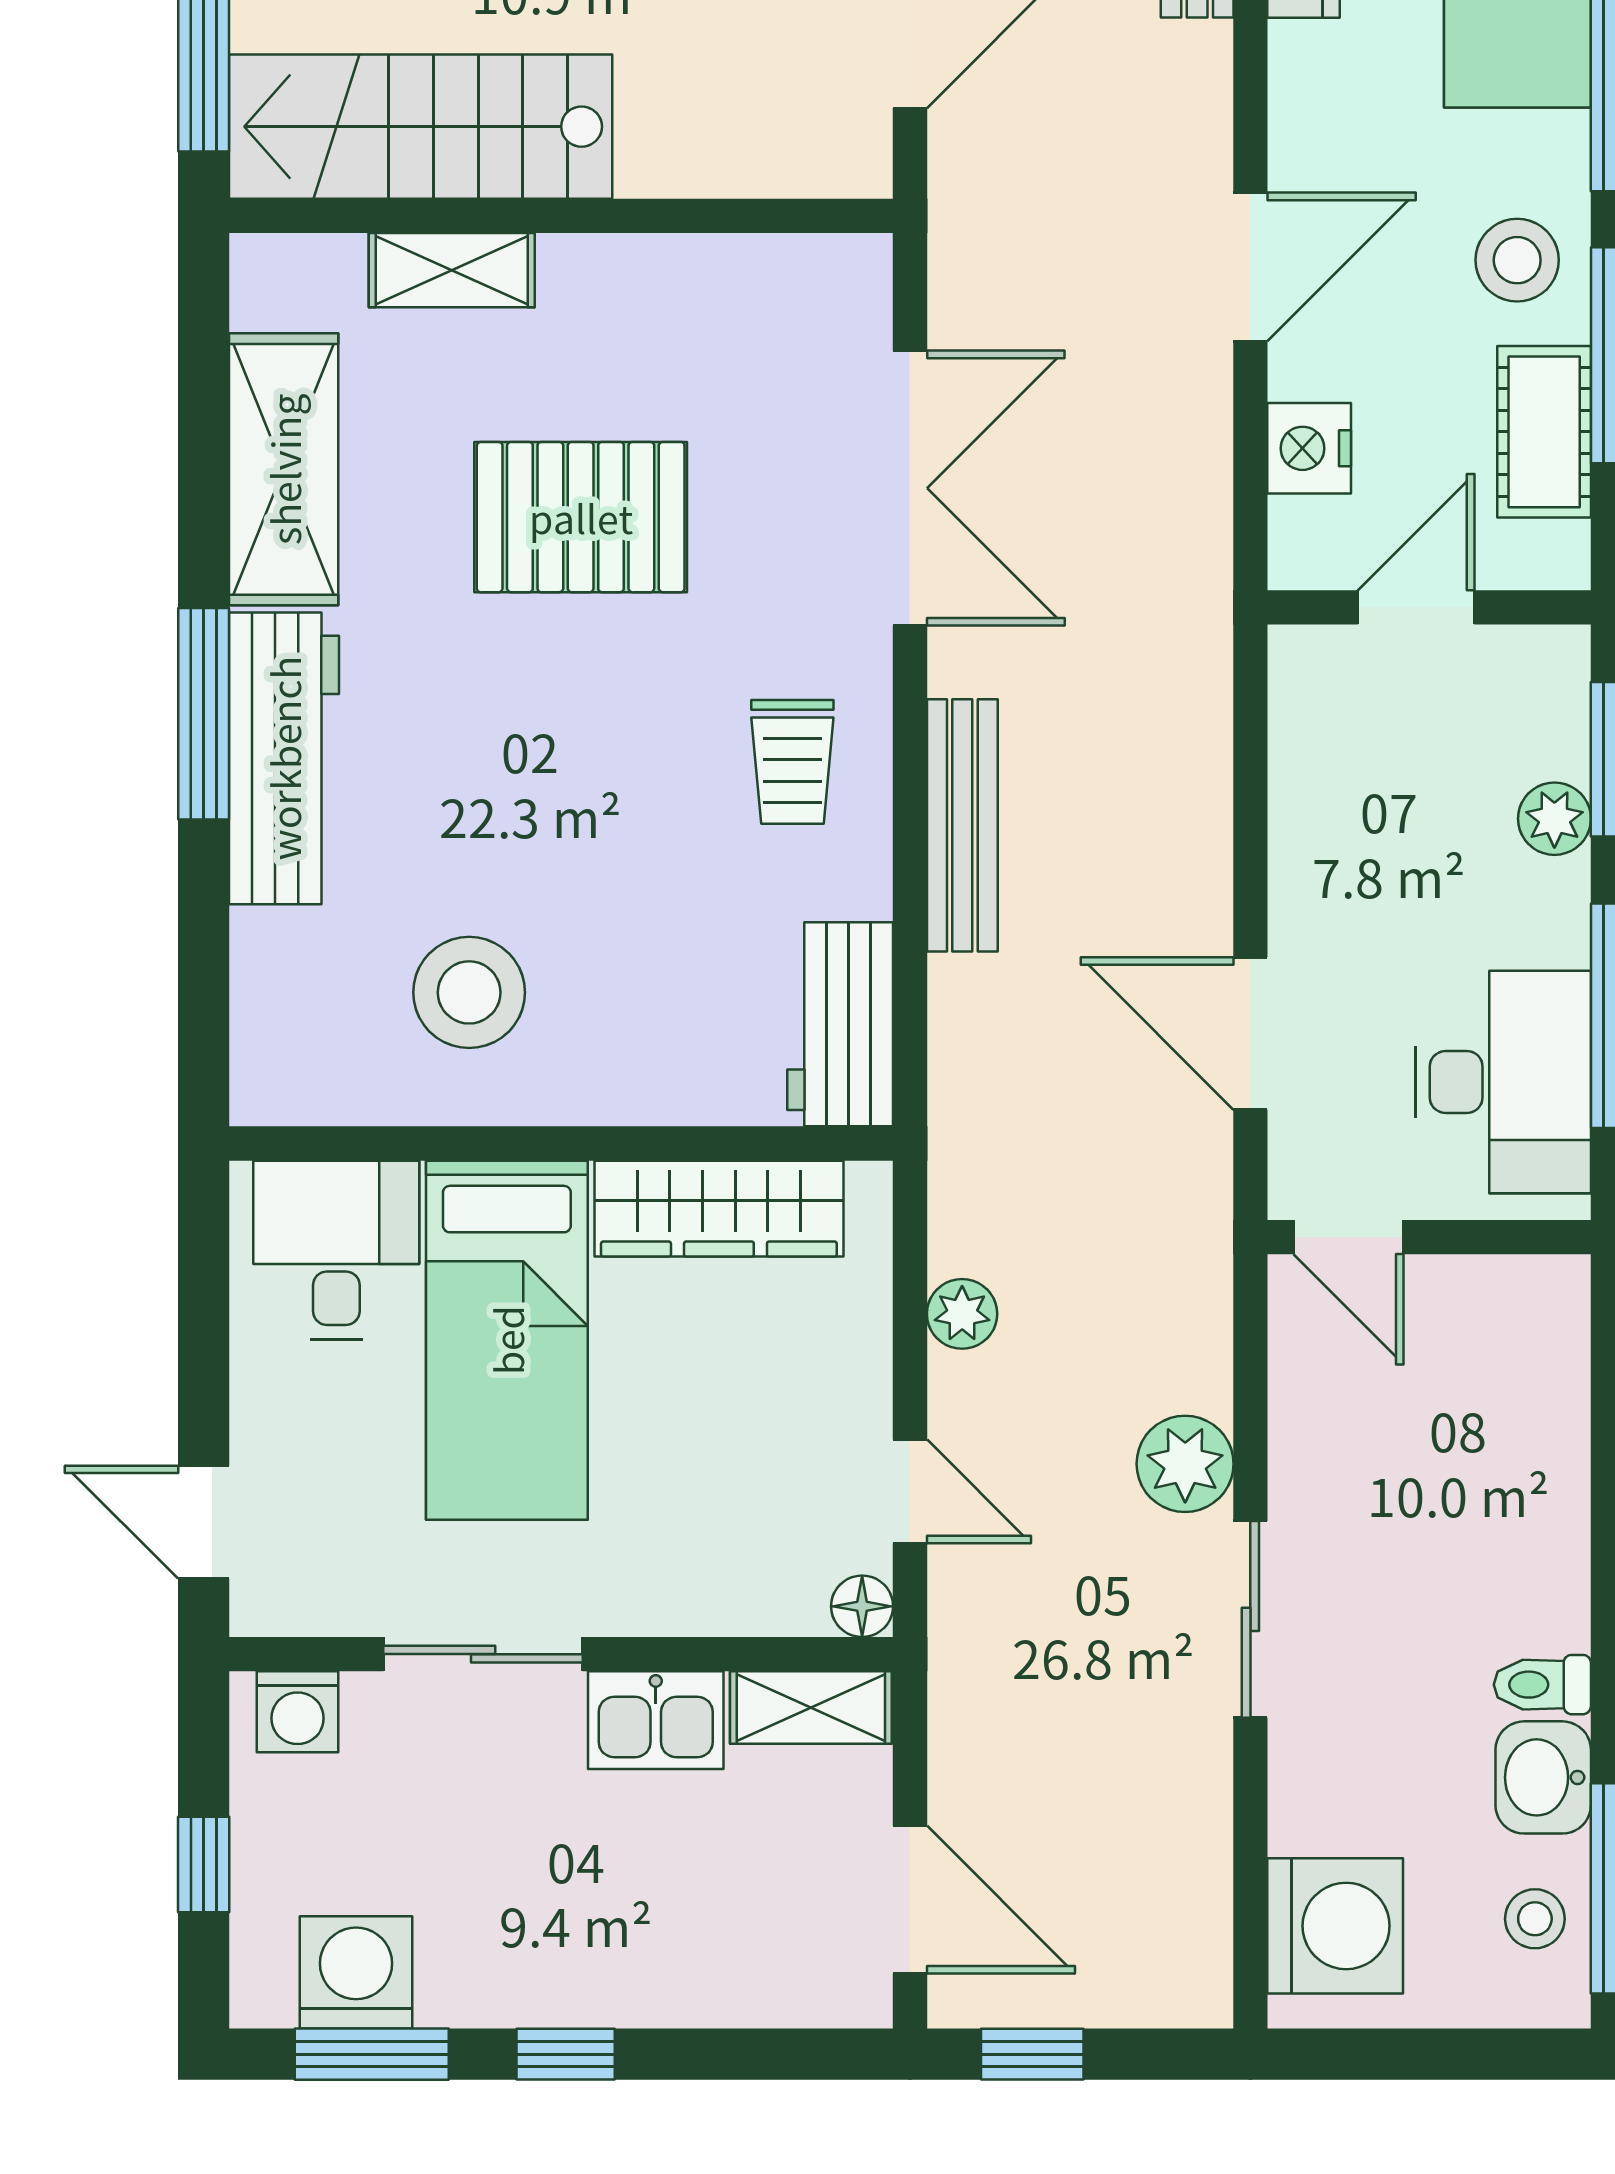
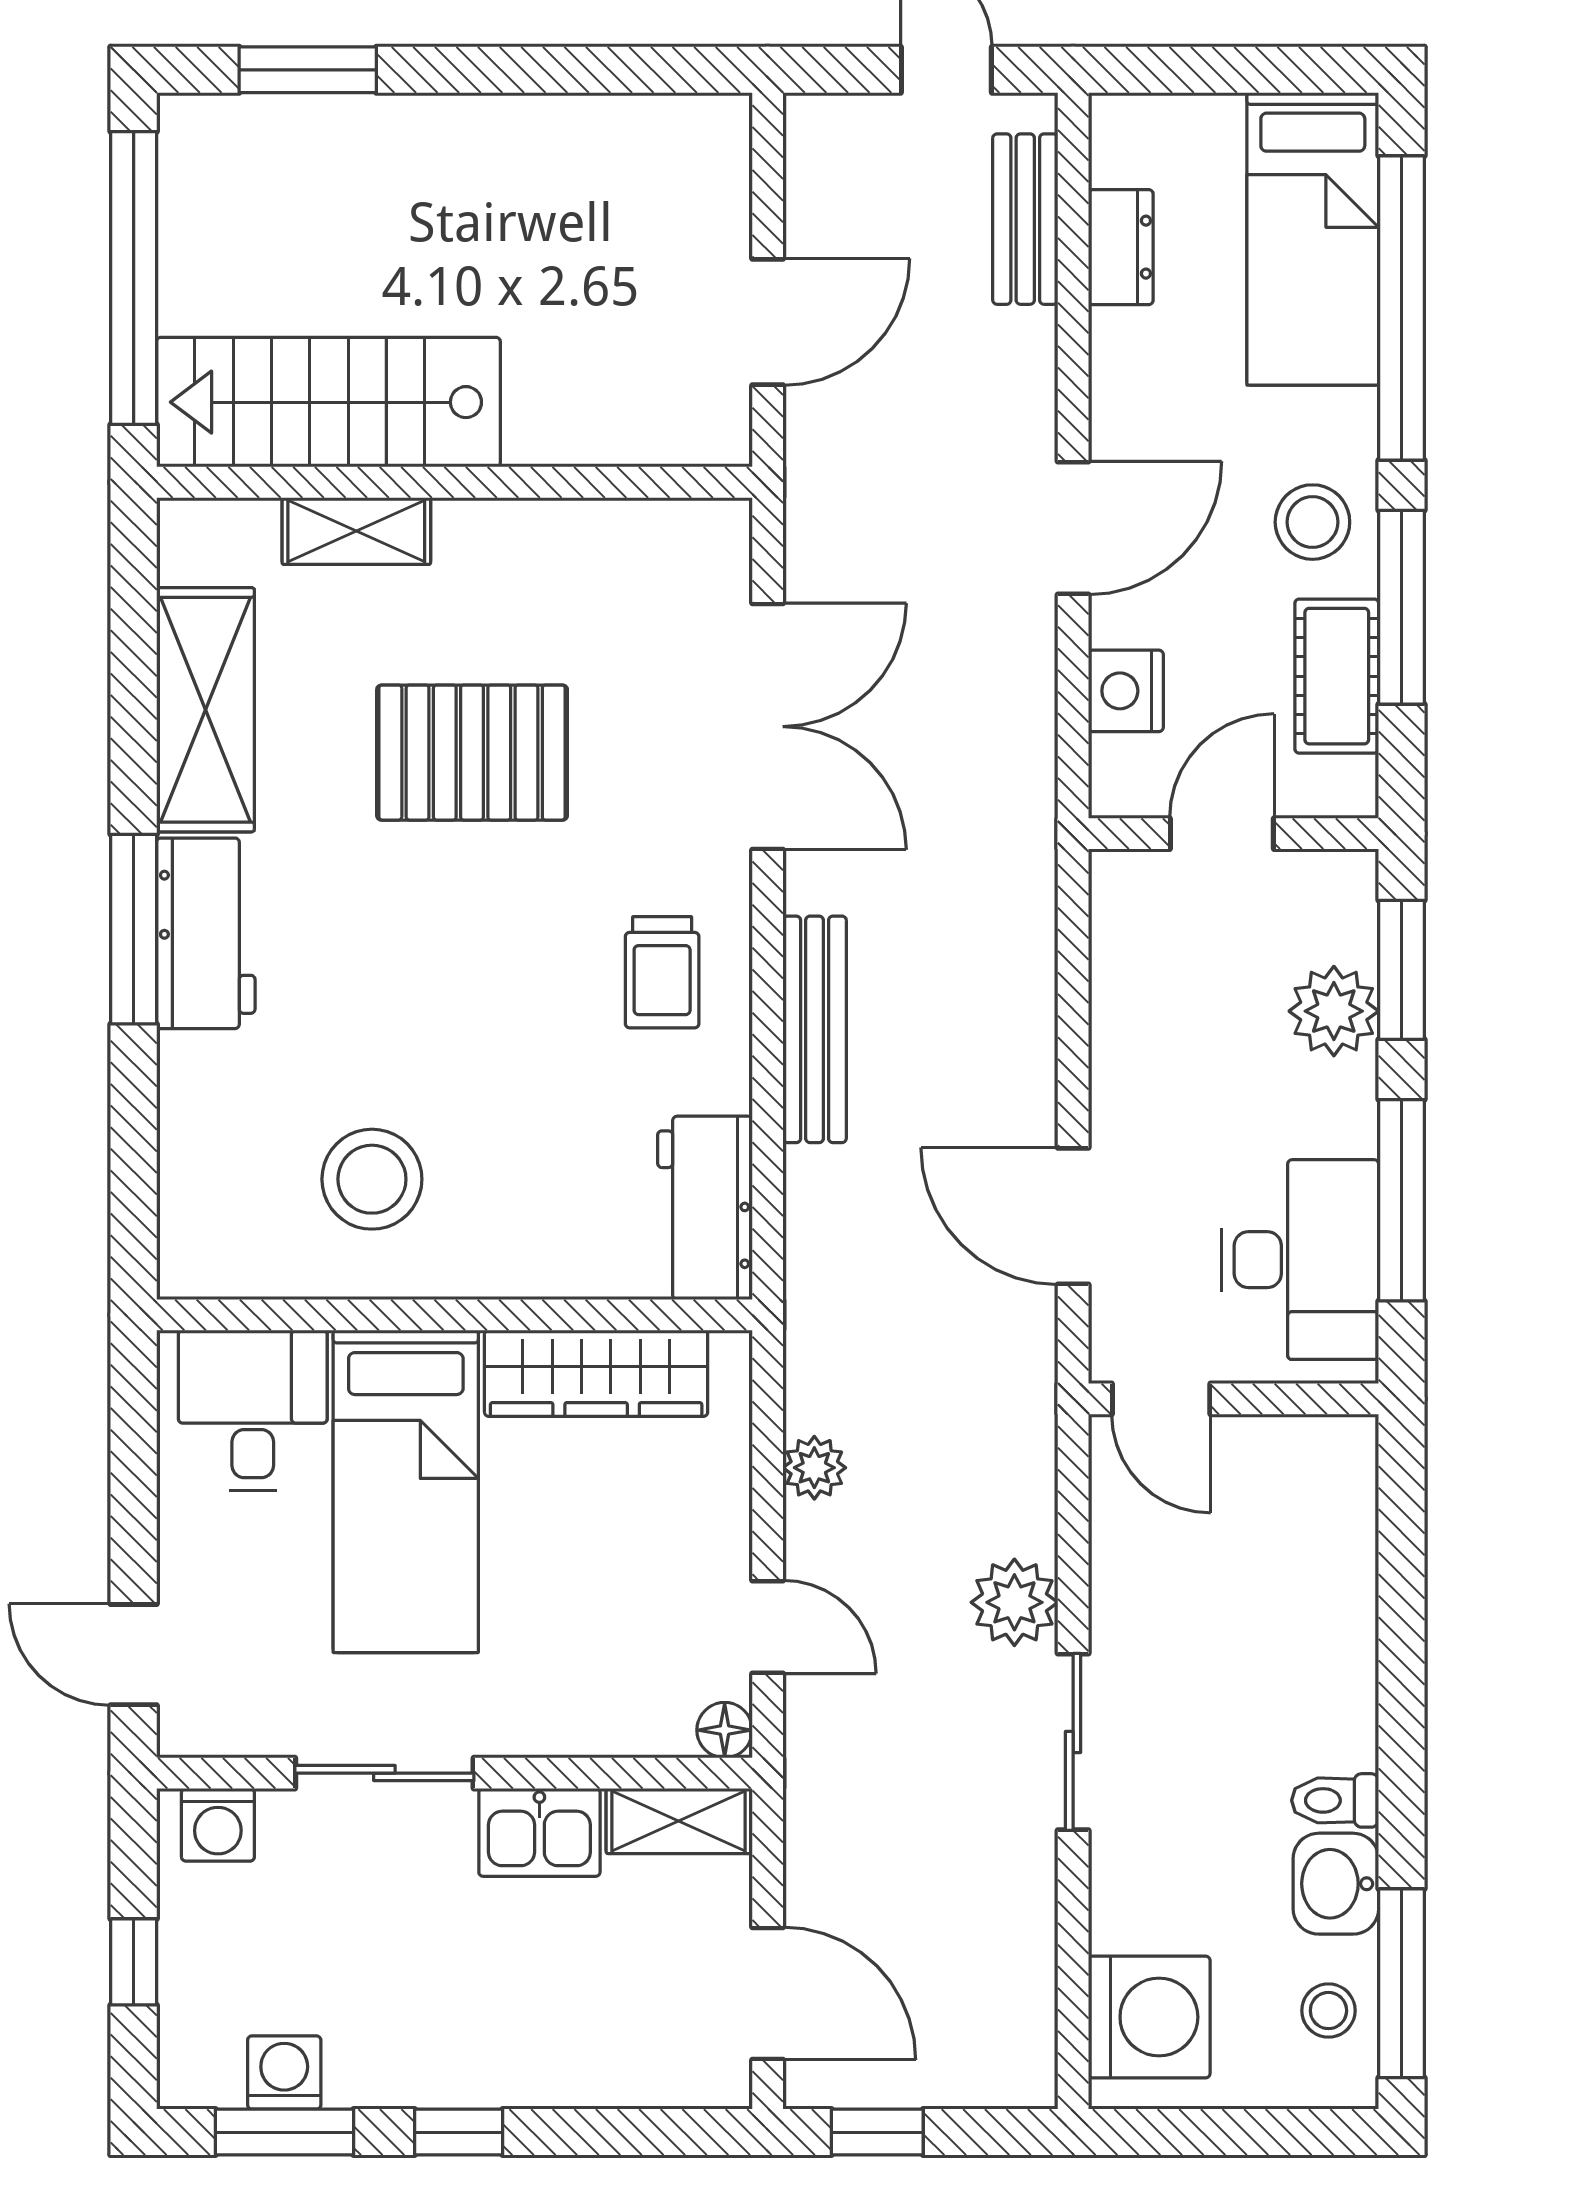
workbench: (284, 758) -> (206, 933), width x0.73
plant: (1554, 819) -> (1334, 1011), width x1.38, depth x1.38
washing machine: (356, 1972) -> (284, 2073), width x0.73, depth x0.73

